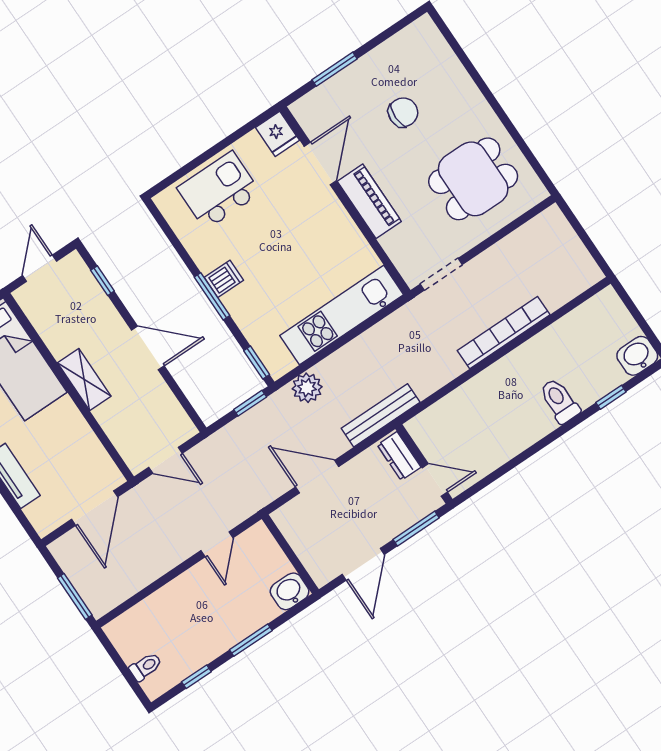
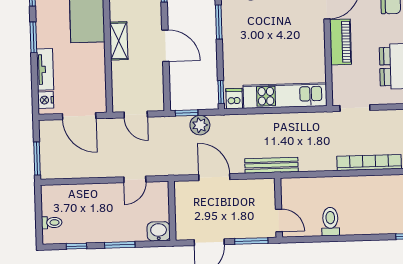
dishwasher: (224, 279) -> (234, 99), moved, turned -90
window: (212, 296) -> (219, 22), moved
plant: (307, 388) -> (200, 125), moved
toilet: (559, 401) -> (330, 222), moved
window: (250, 403) -> (187, 113), moved
dresser: (399, 456) -> (267, 194), removed
door: (95, 508) -> (79, 116), hinge flipped
nightstand: (39, 515) -> (46, 100), added

